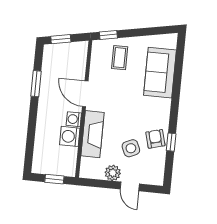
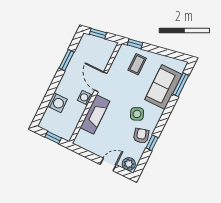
window: (179, 62) -> (181, 85), added
washing machine: (70, 136) -> (57, 103), moved, turned 180
side table: (131, 148) -> (137, 114), moved
plant: (113, 173) -> (129, 164), moved
door: (130, 186) -> (108, 165), swing flipped

